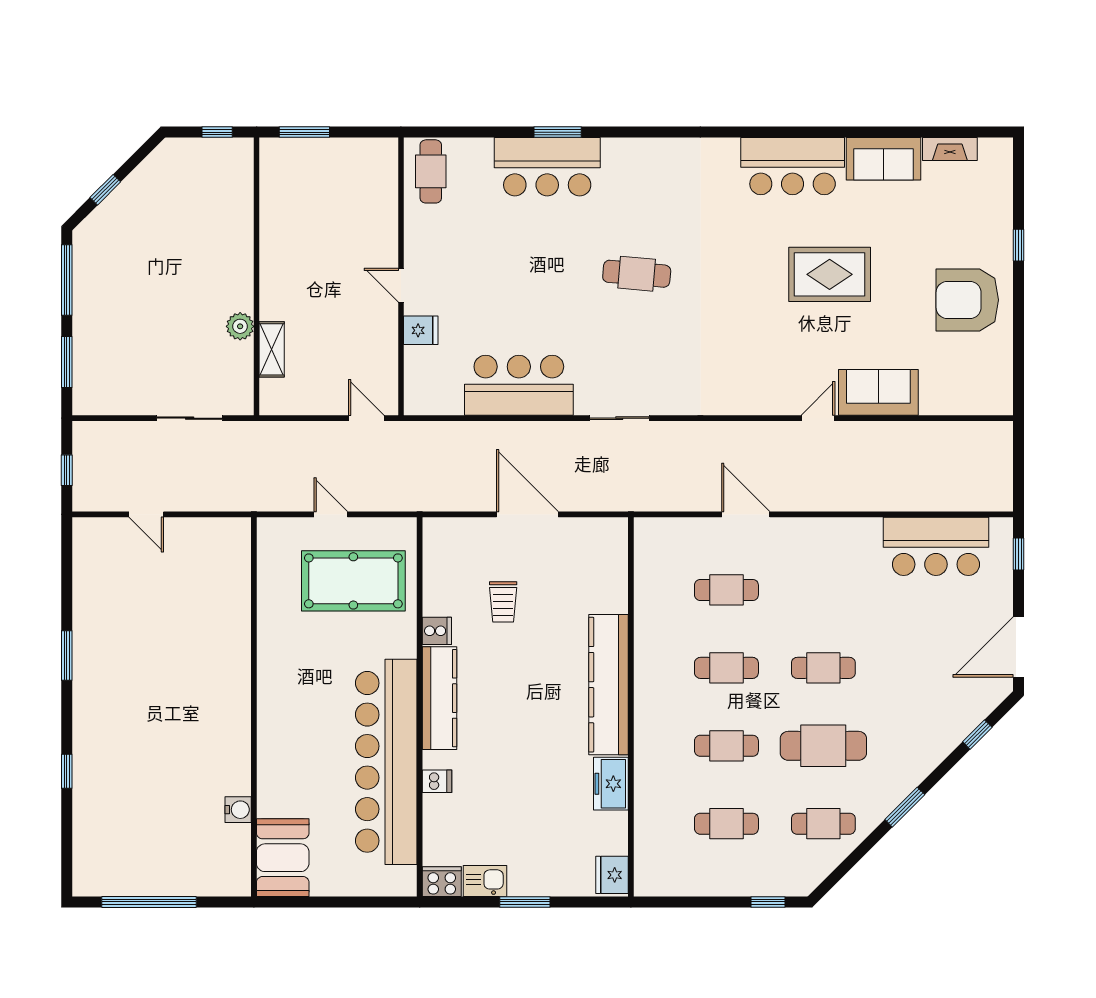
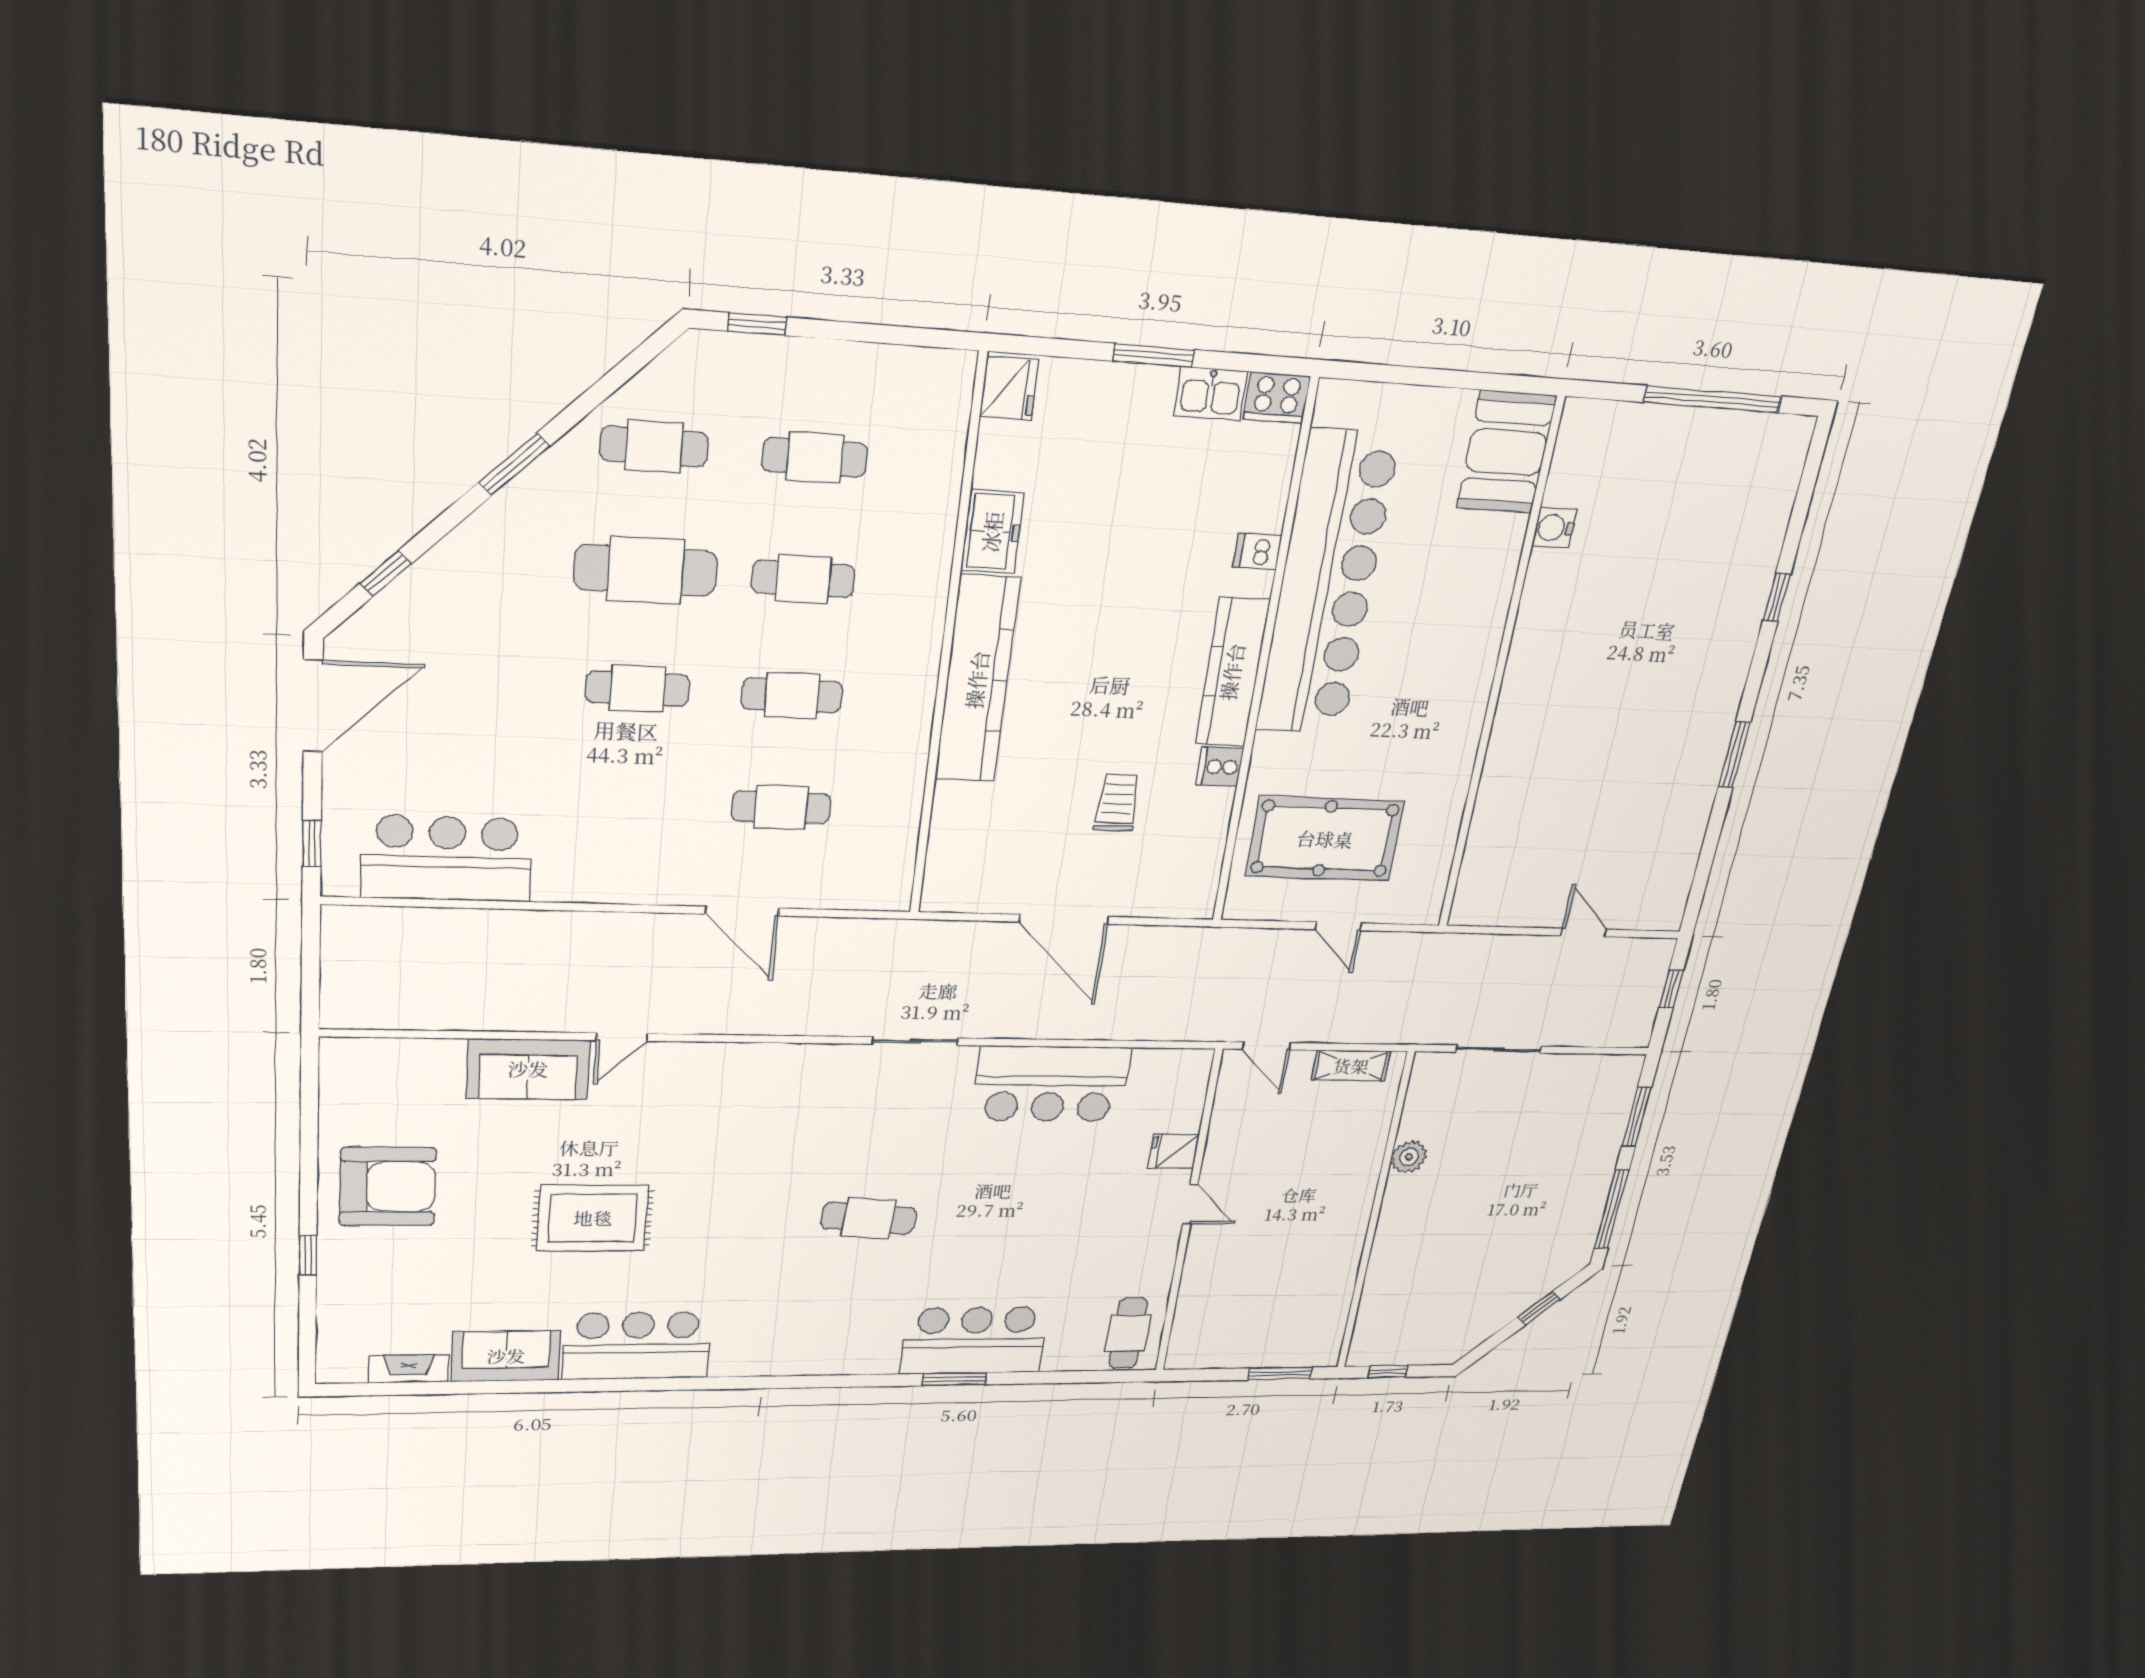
shelving: (272, 349) -> (1351, 1066), moved, turned 90

